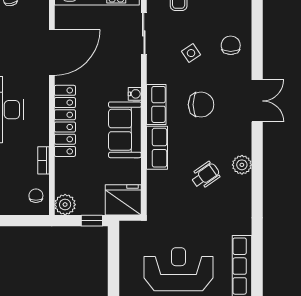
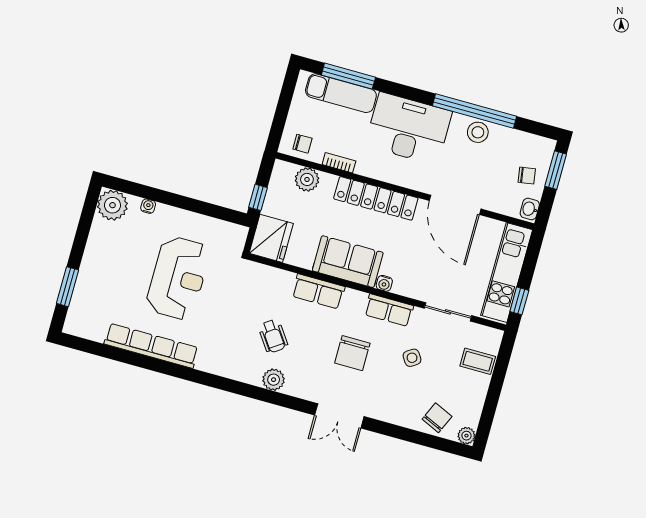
chair: (231, 45) -> (437, 418), moved, turned -66
row of seats: (156, 104) -> (389, 310), moved
plant: (65, 205) -> (307, 179), moved

